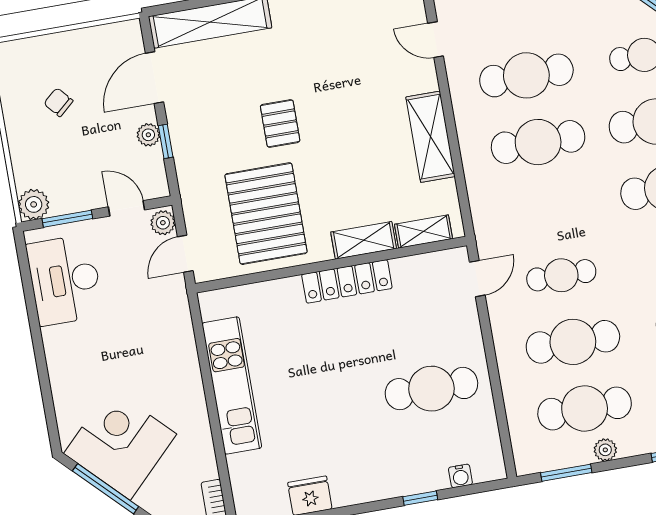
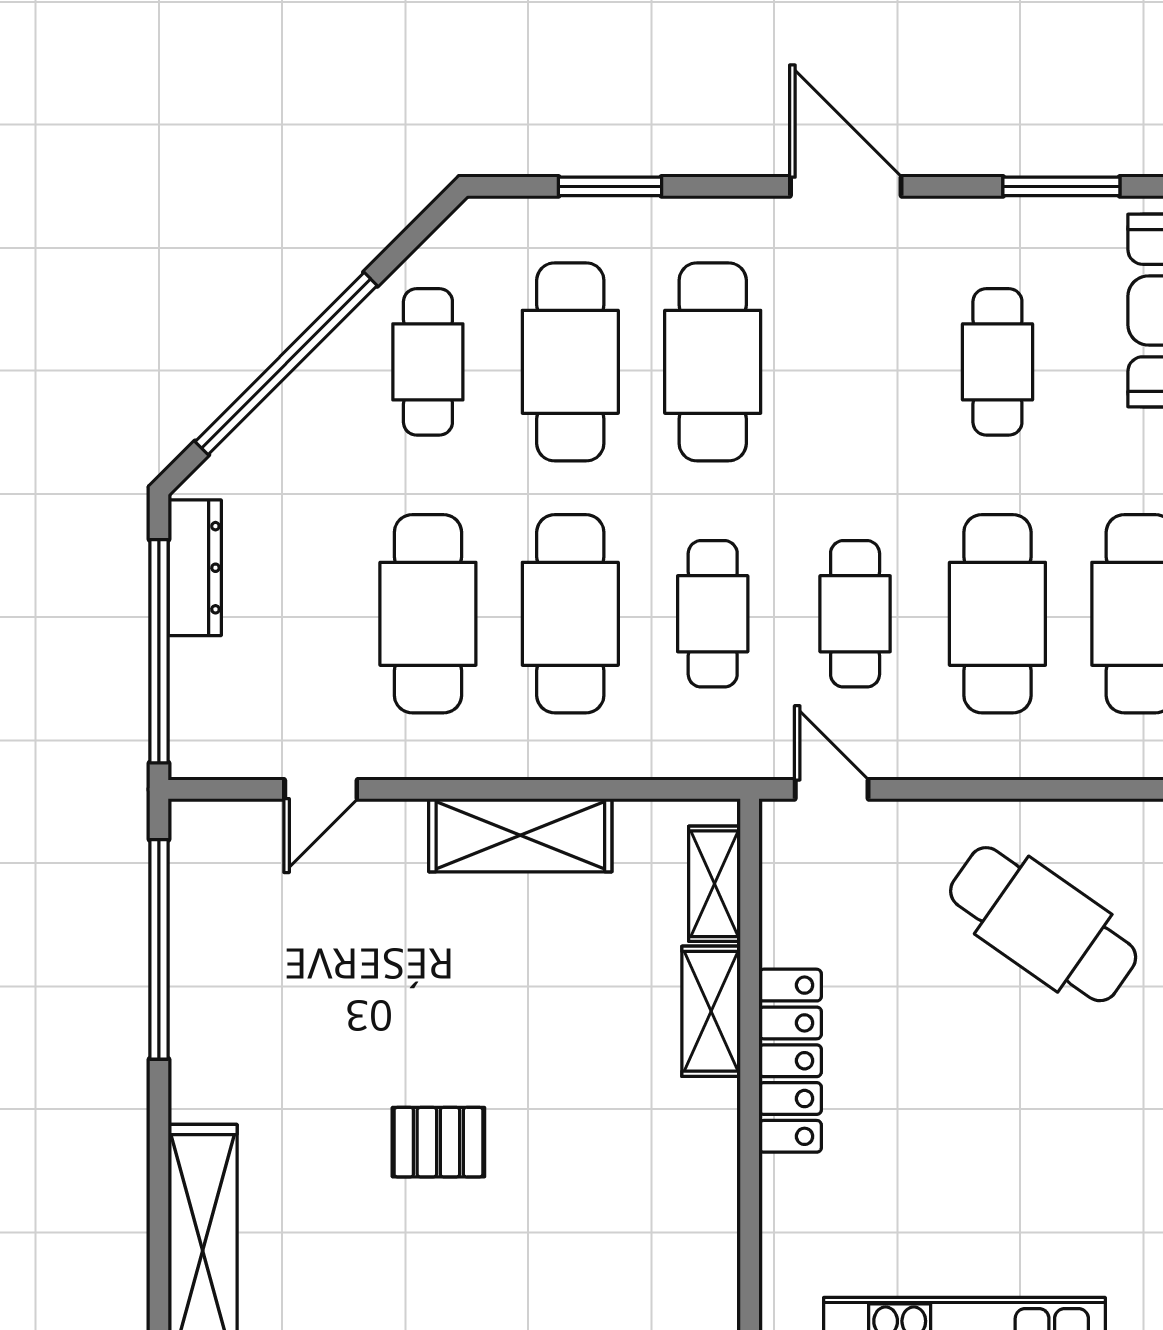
cafe table: (550, 209) -> (713, 614), added
pallet: (266, 214) -> (620, 1204), removed
cafe table: (431, 389) -> (1043, 924), turned -55

